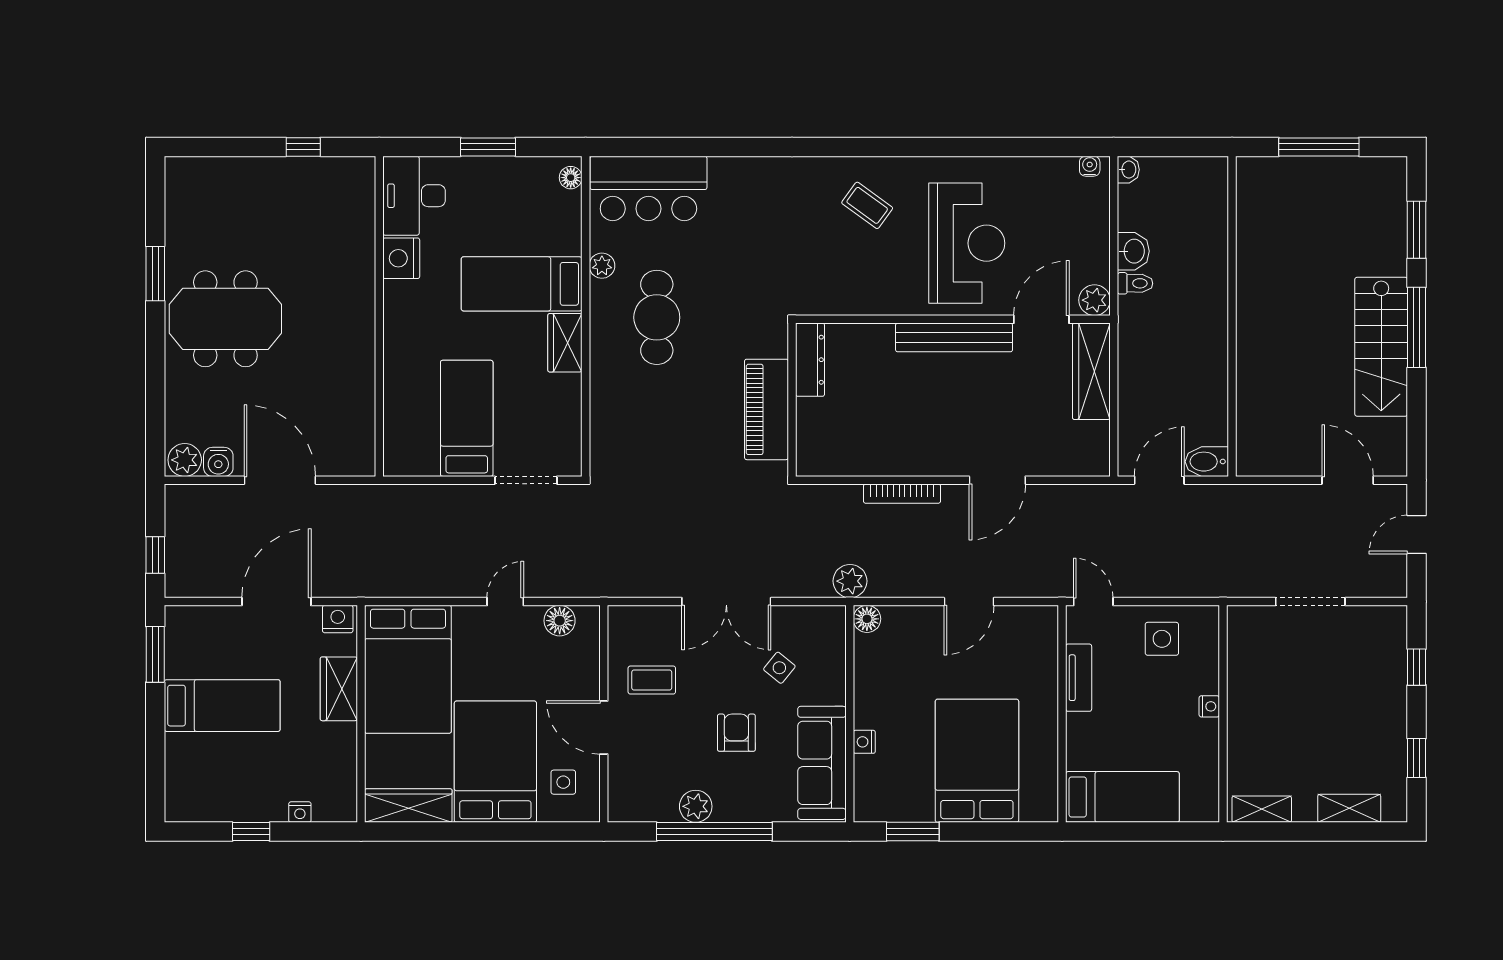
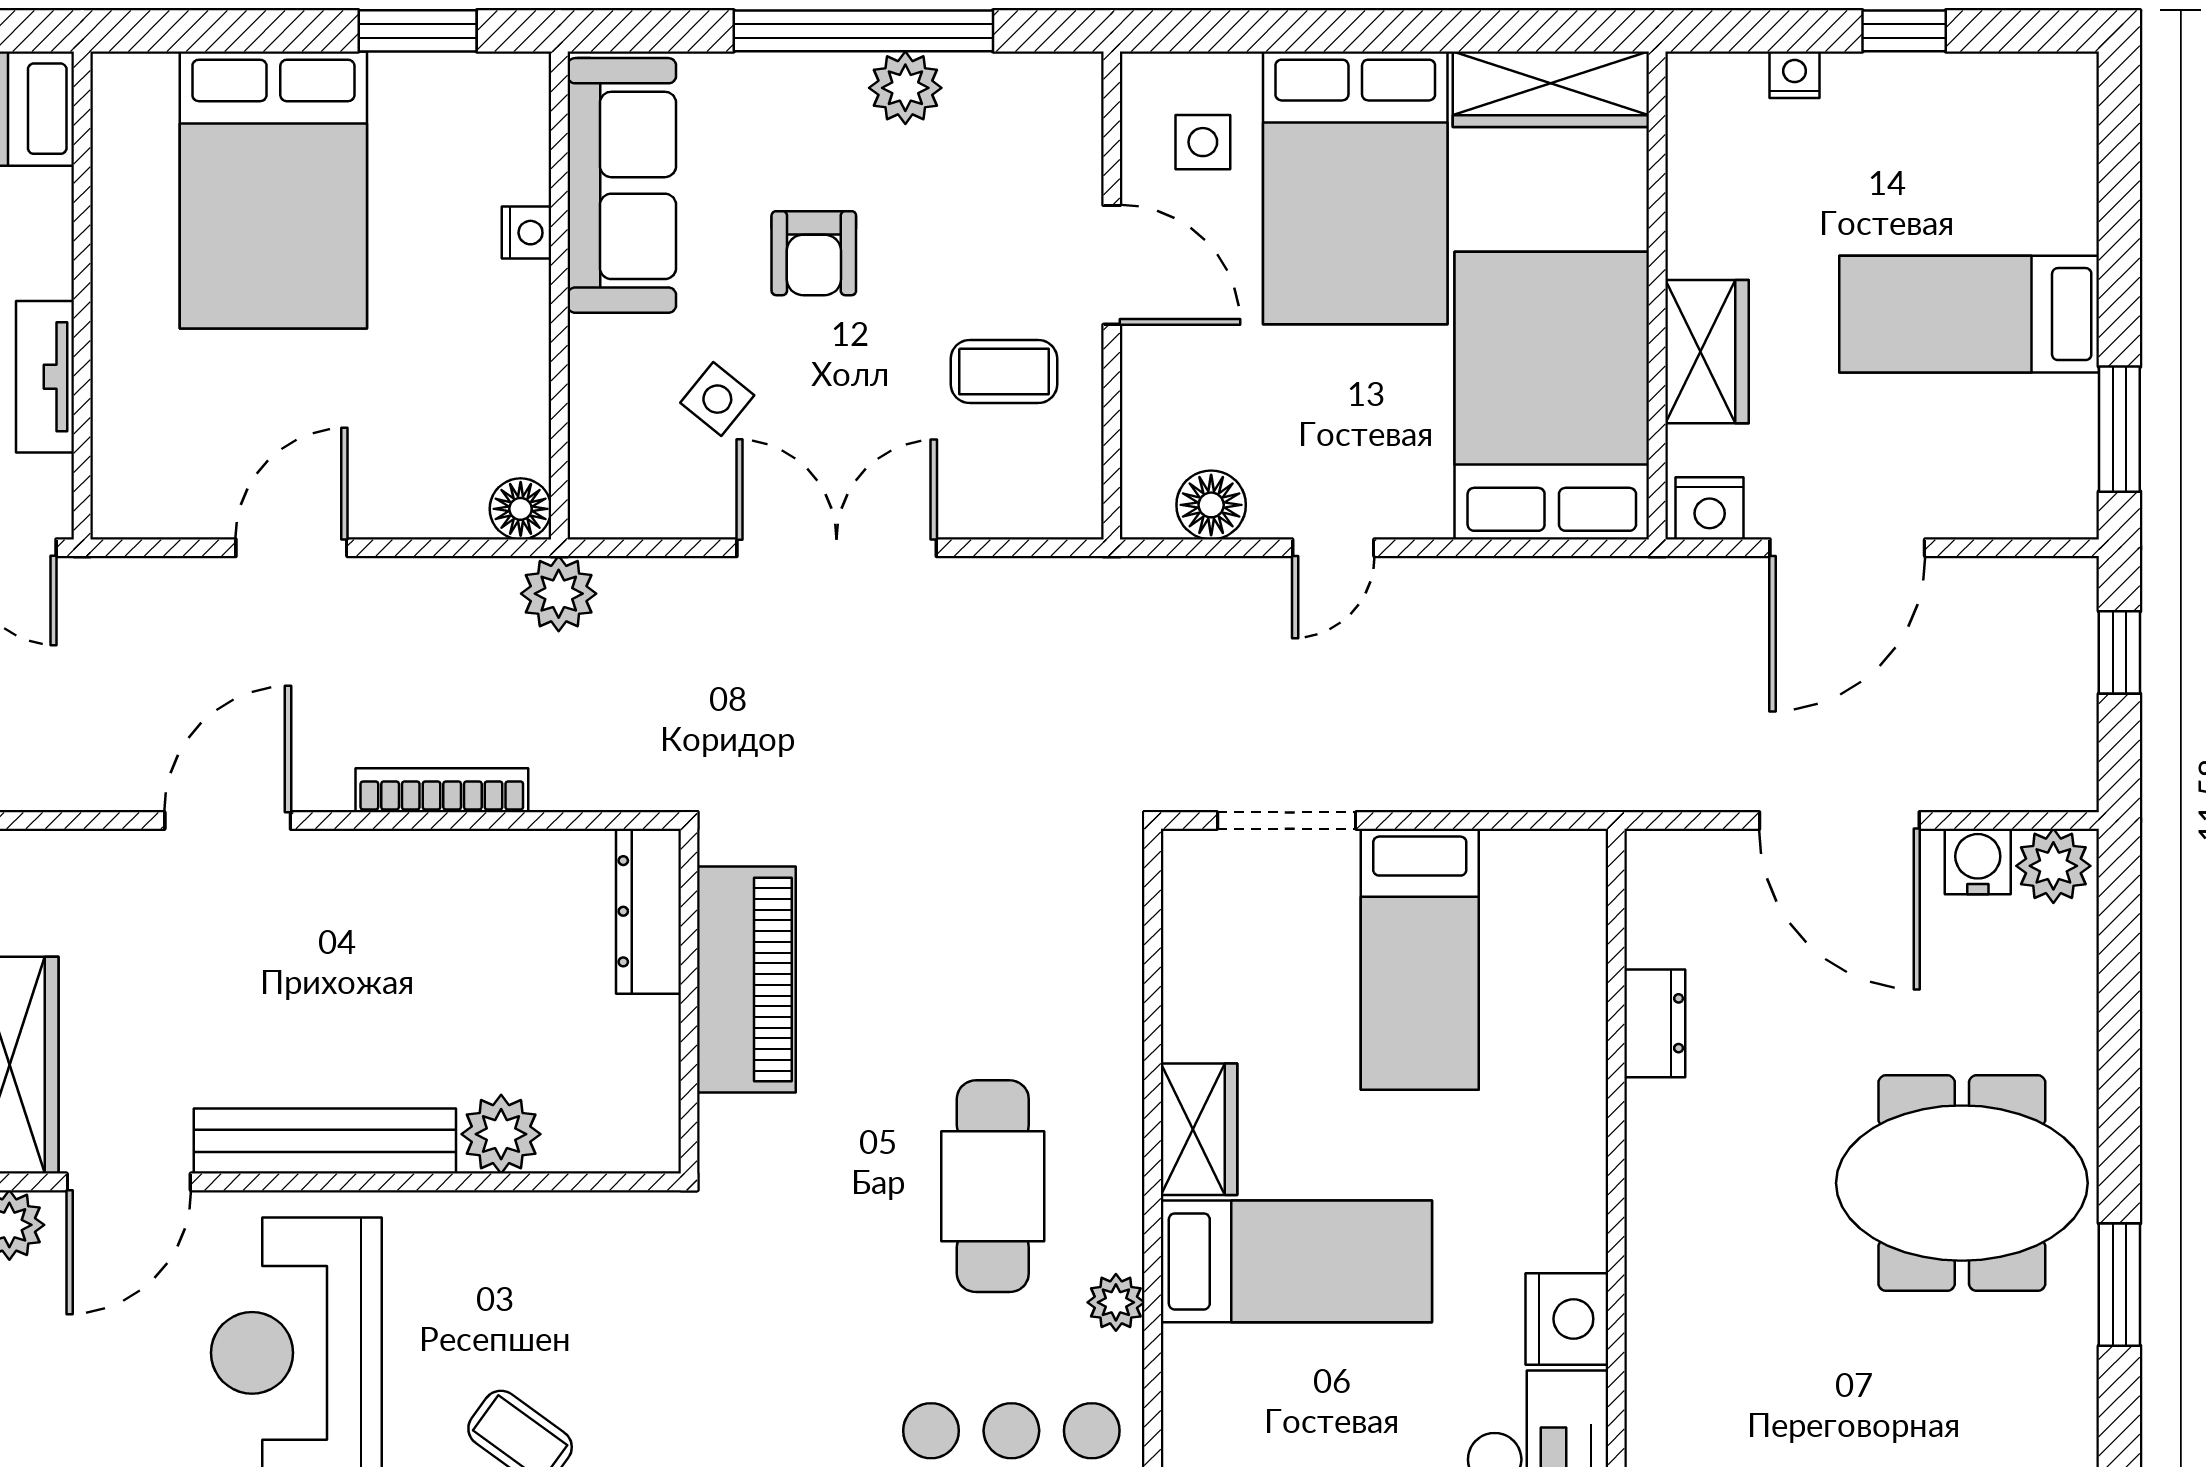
plant: (876, 341) -> (501, 1134), added
dresser: (810, 360) -> (648, 911), moved
dresser: (362, 390) -> (1655, 1023), added

